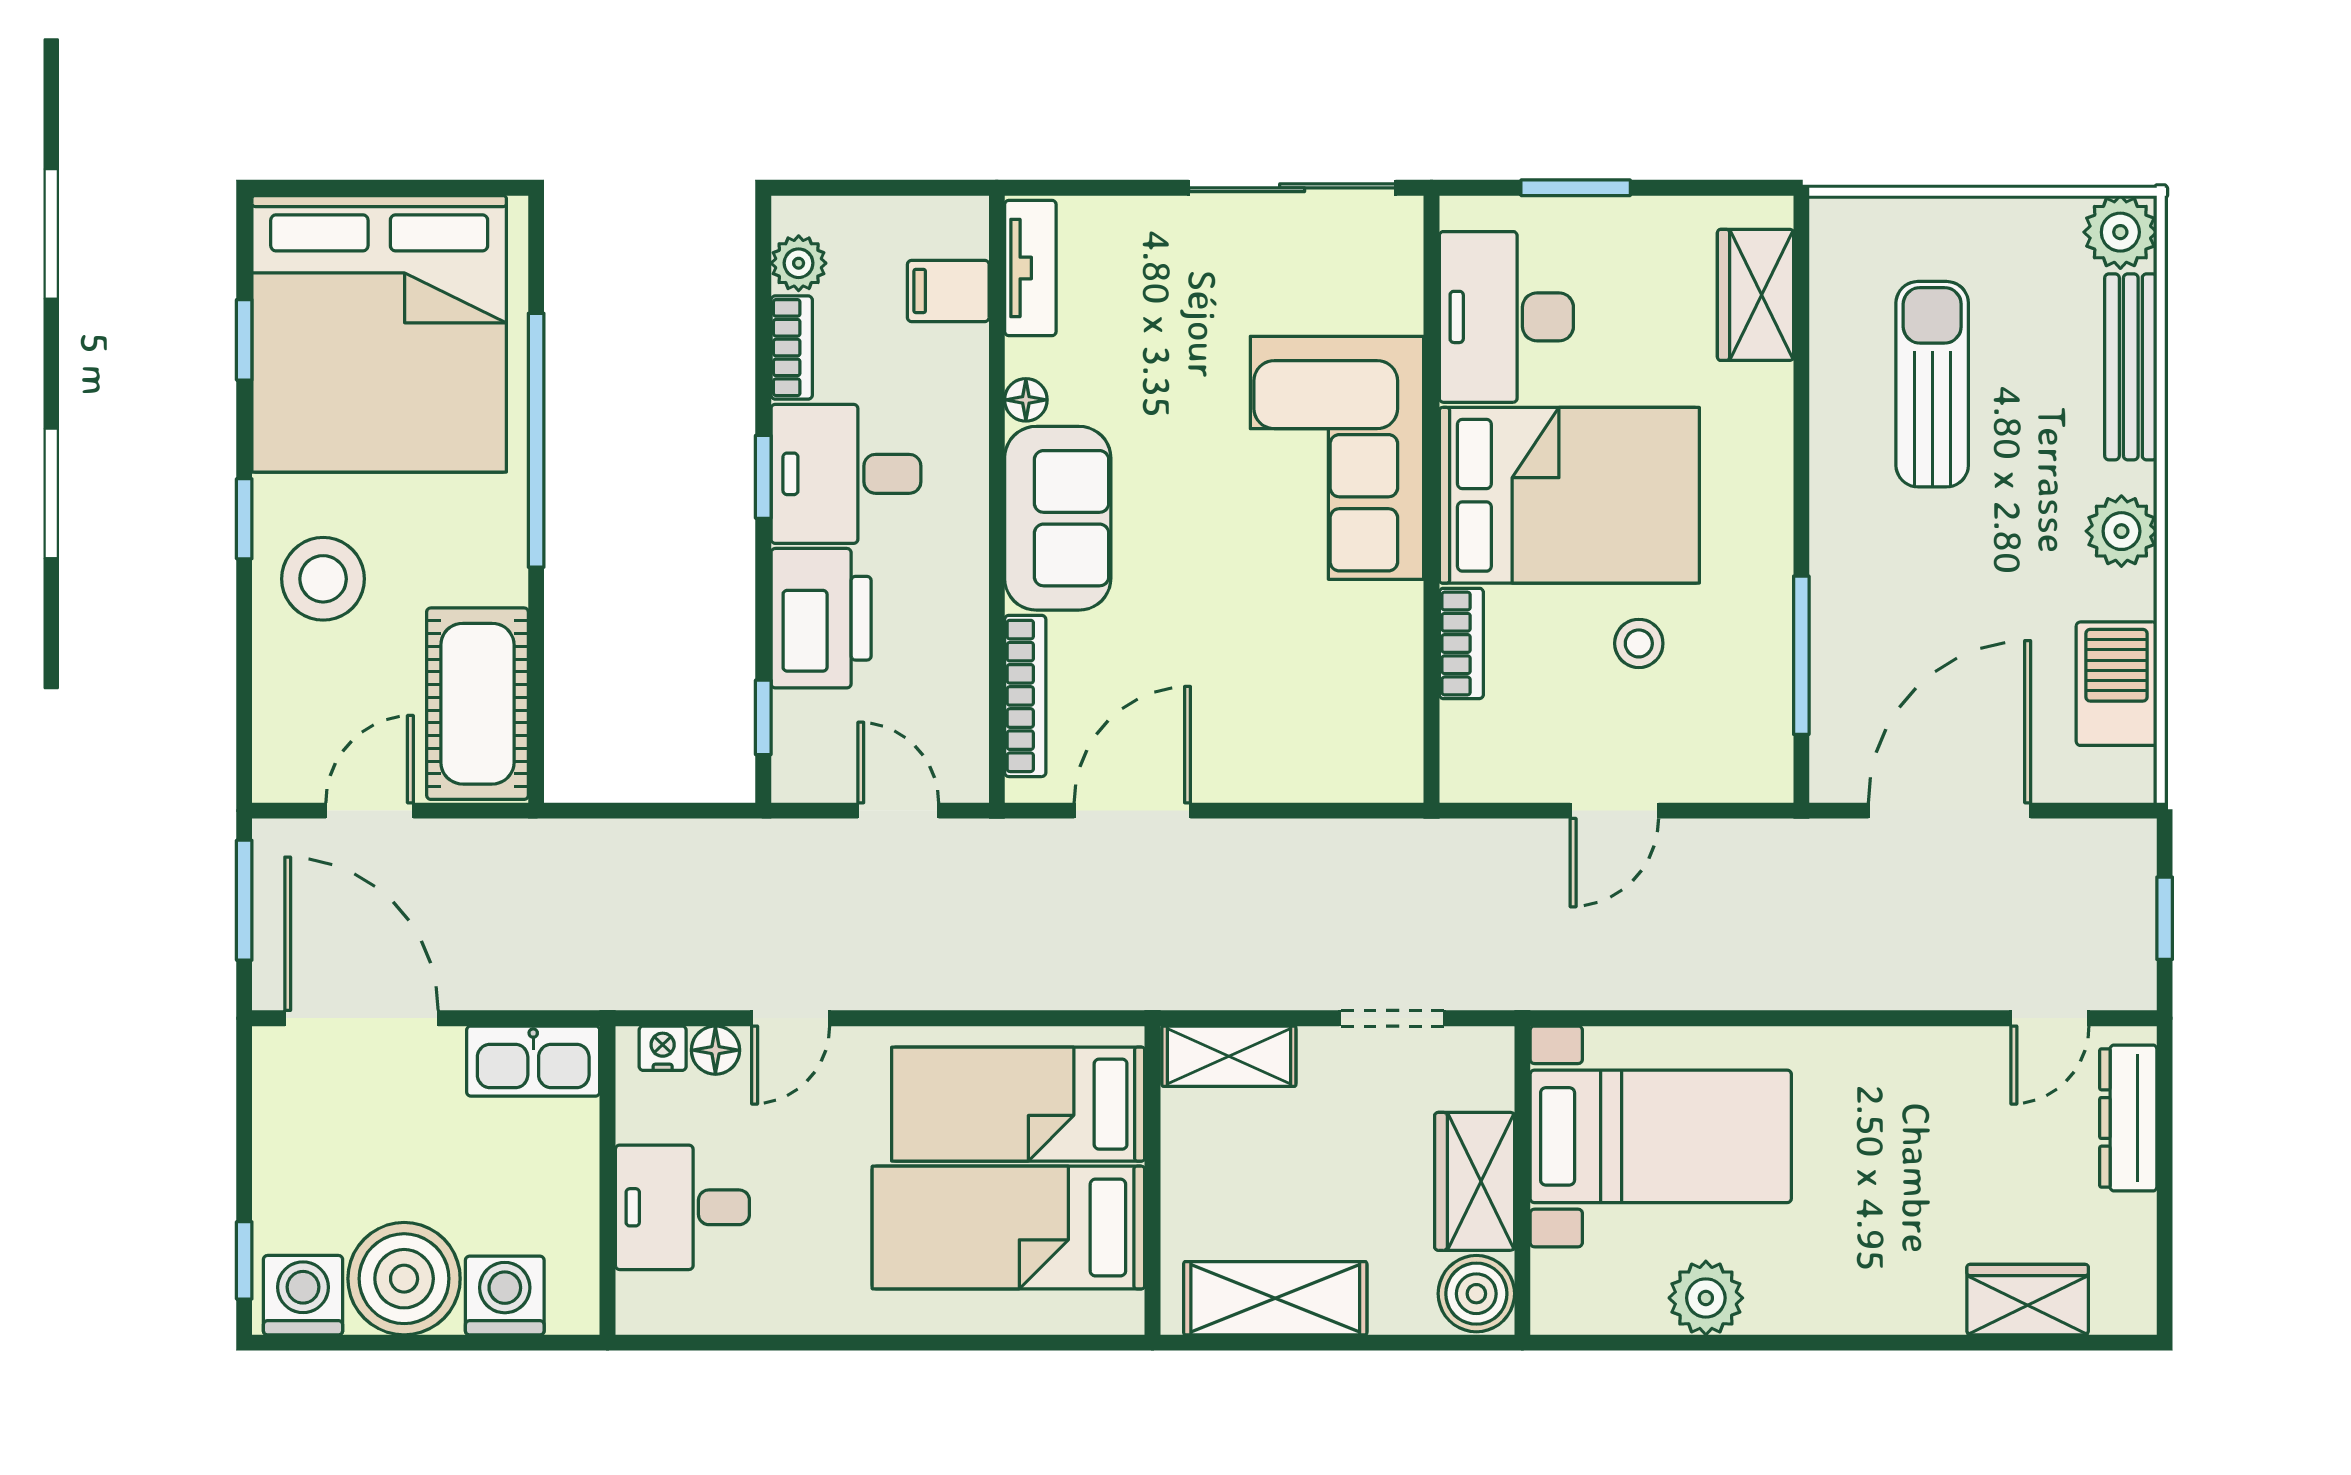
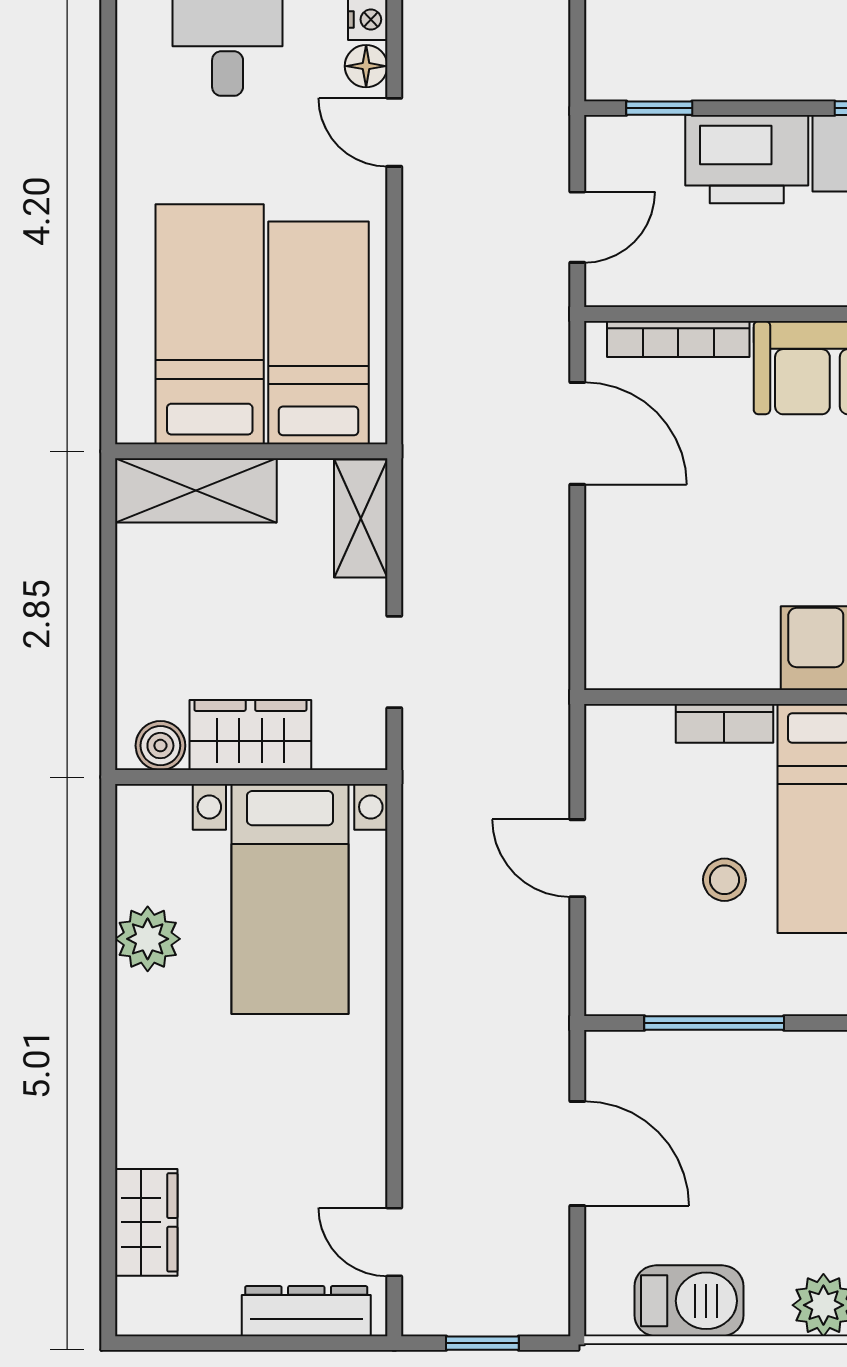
door: (1949, 811) -> (577, 1153), width x0.73
boiler: (1476, 1294) -> (160, 746), width x0.73, depth x0.73
shelving: (1275, 1298) -> (196, 490), moved, turned 90

